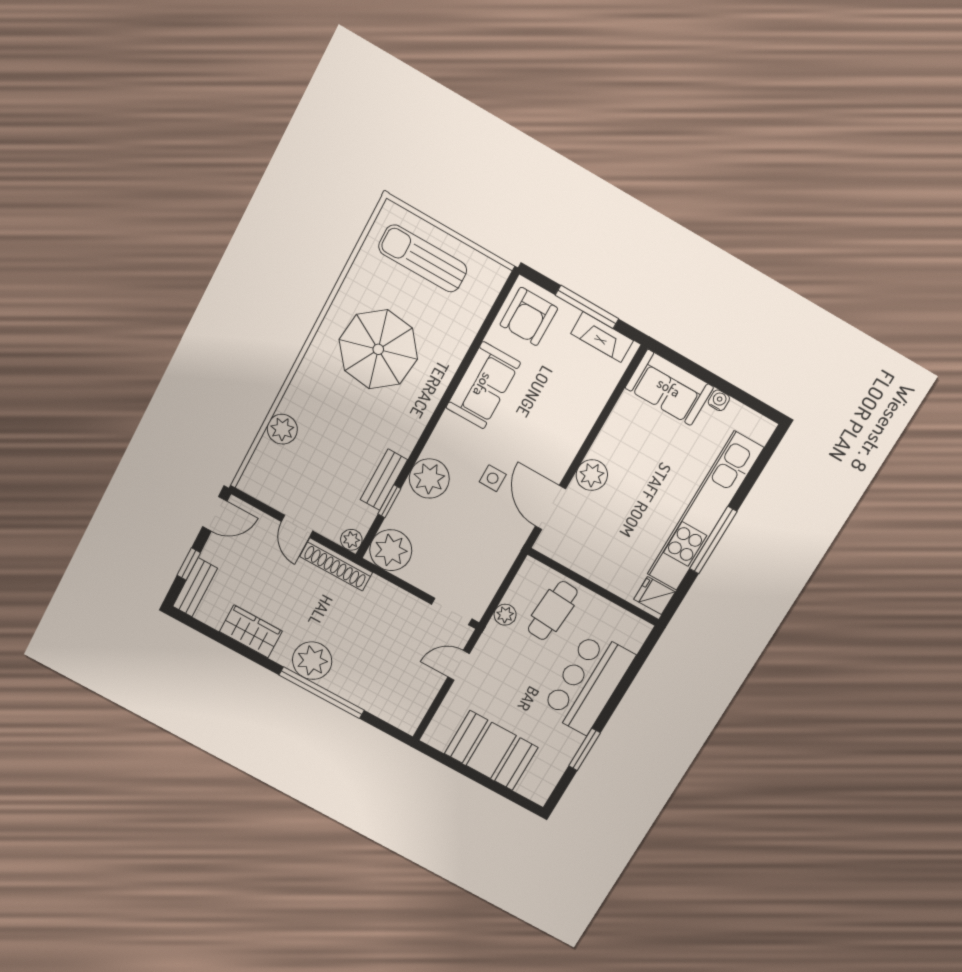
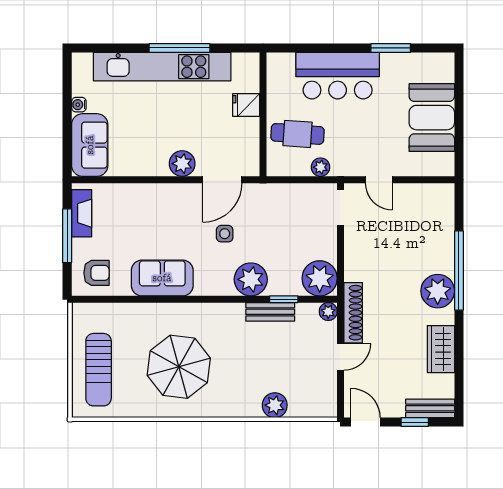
armchair: (529, 316) -> (96, 273), width x0.72, depth x0.72
fridge: (654, 596) -> (246, 105), moved, turned 90

